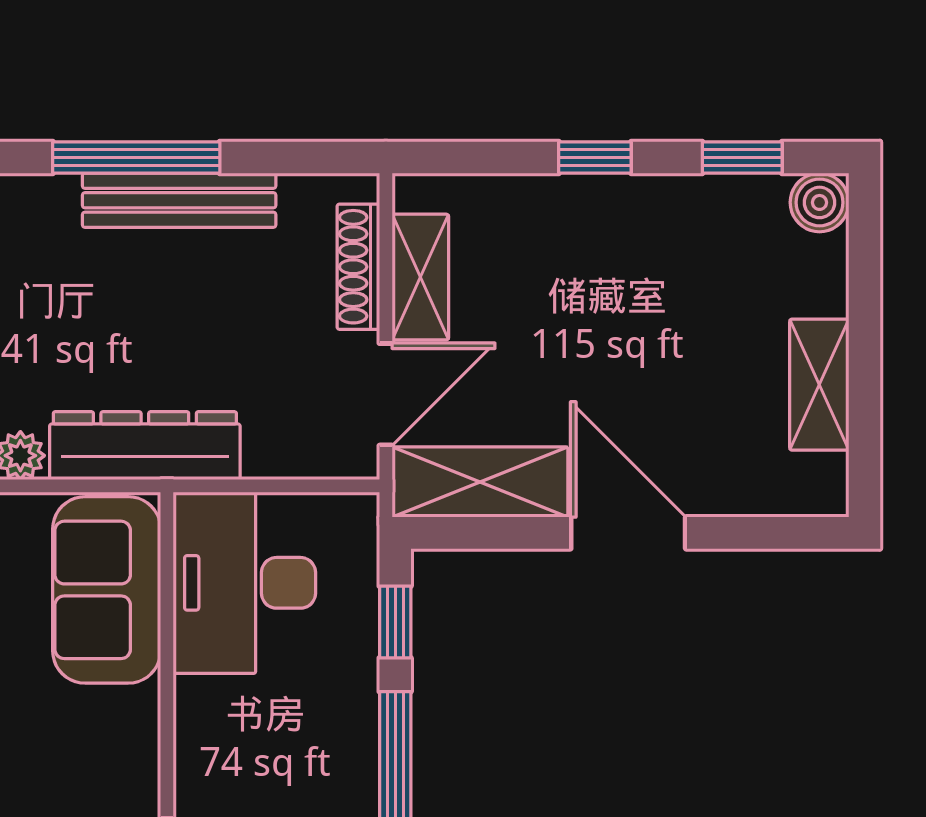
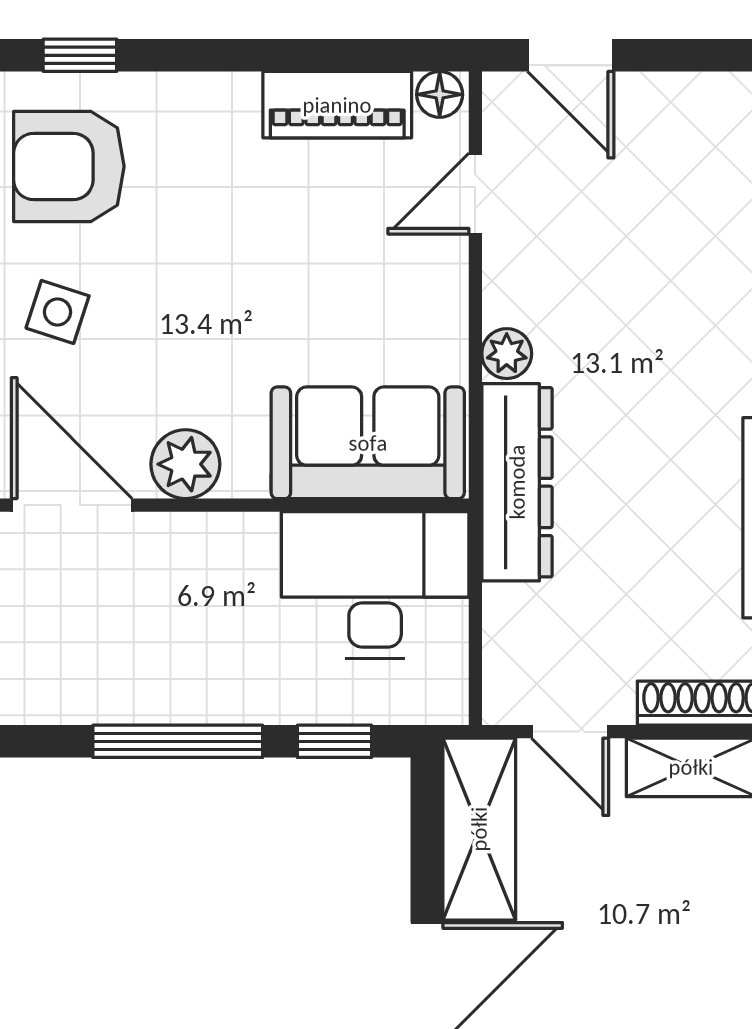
door: (386, 394) -> (570, 732), width x0.73
plant: (127, 766) -> (185, 464), added

